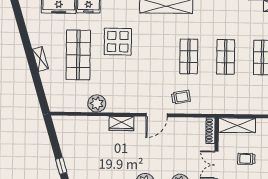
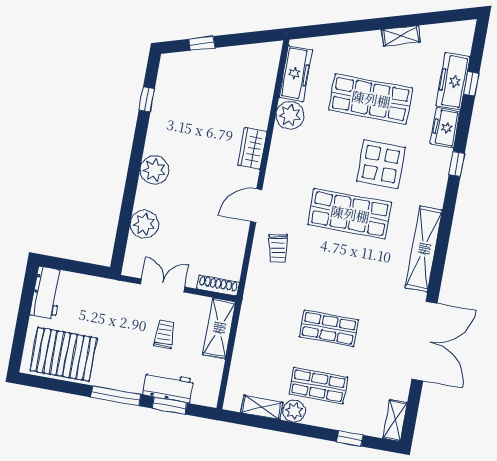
shop shelf: (189, 56) -> (350, 214), moved, width x1.43, depth x1.36
shelving: (40, 59) -> (401, 36), moved
freezer: (70, 104) -> (296, 74), added
door: (157, 115) -> (256, 206), hinge flipped

